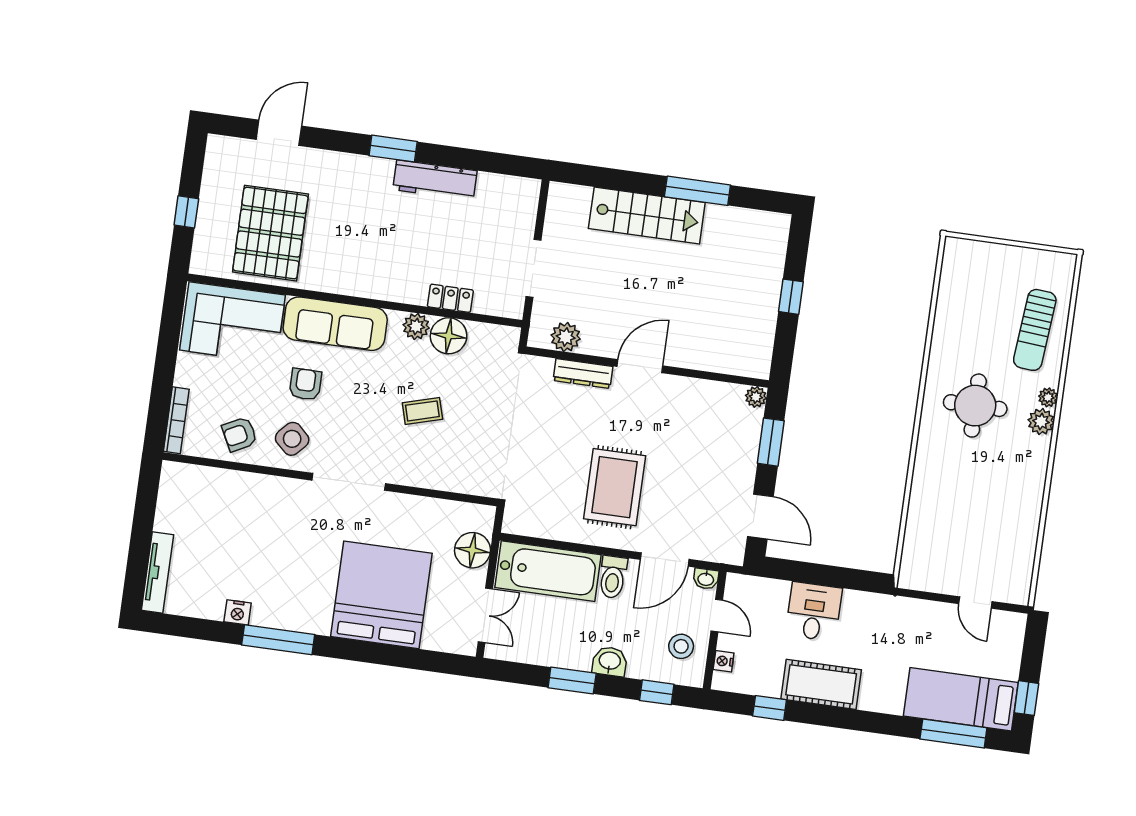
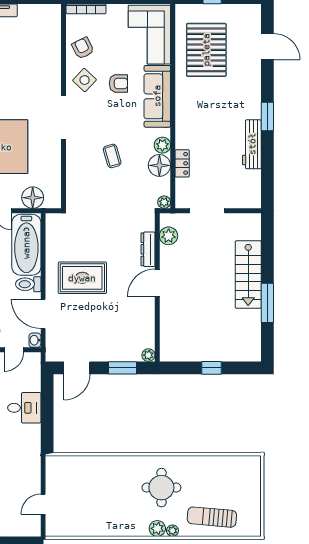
pallet: (270, 233) -> (206, 50), turned 90
plant: (510, 337) -> (164, 202), added
door: (640, 366) -> (157, 283), swing flipped

